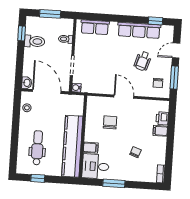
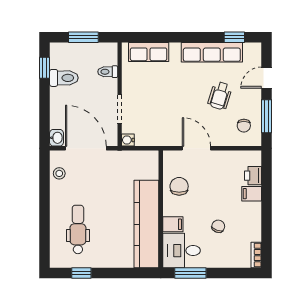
wall: (83, 137) -> (161, 209), moved
kitchen counter: (72, 146) -> (146, 224), moved
filing cabinet: (91, 148) -> (173, 224), moved
desk: (96, 166) -> (181, 251), moved

